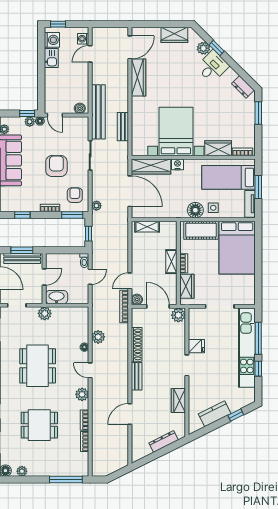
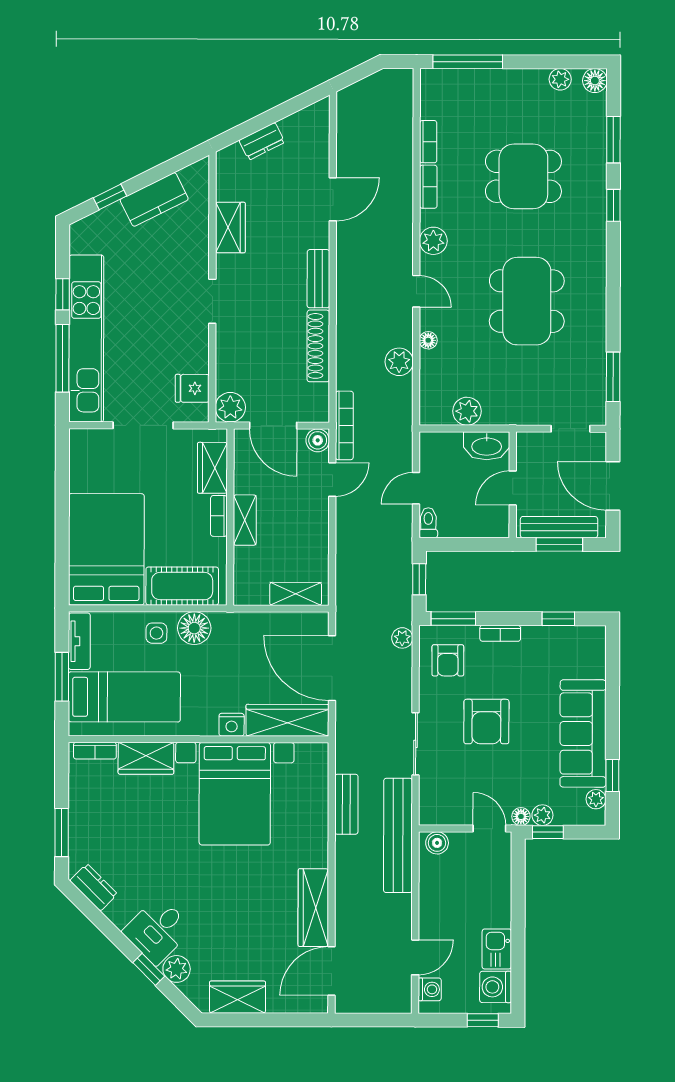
plant: (45, 313) -> (467, 411), moved
fridge: (196, 346) -> (192, 388), moved
dresser: (164, 442) -> (262, 141), width x0.70

